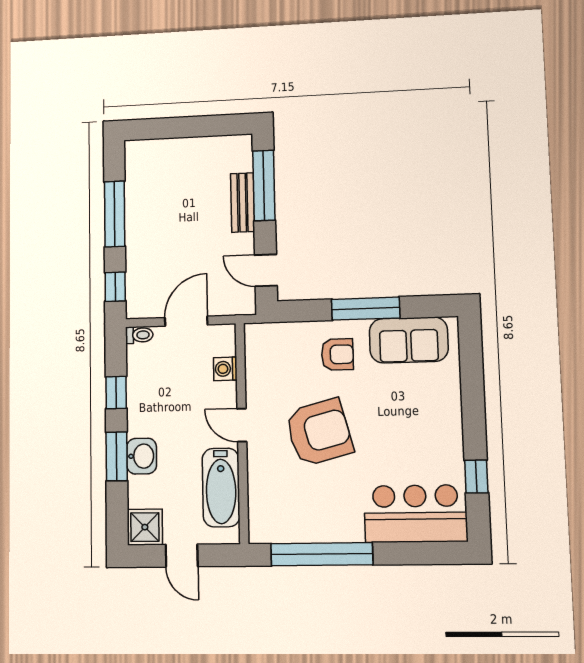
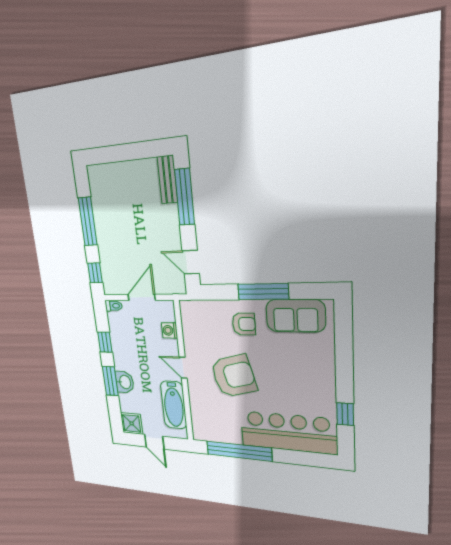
bench: (243, 203) -> (167, 180), moved
bar counter: (416, 514) -> (288, 432), width x1.36

